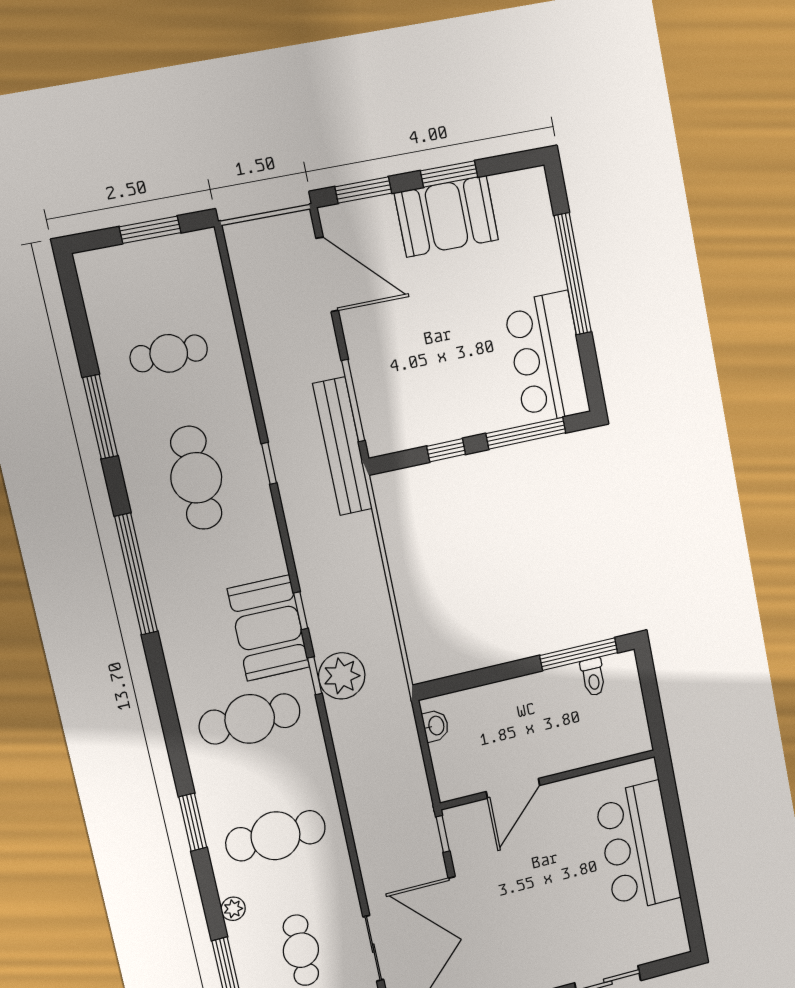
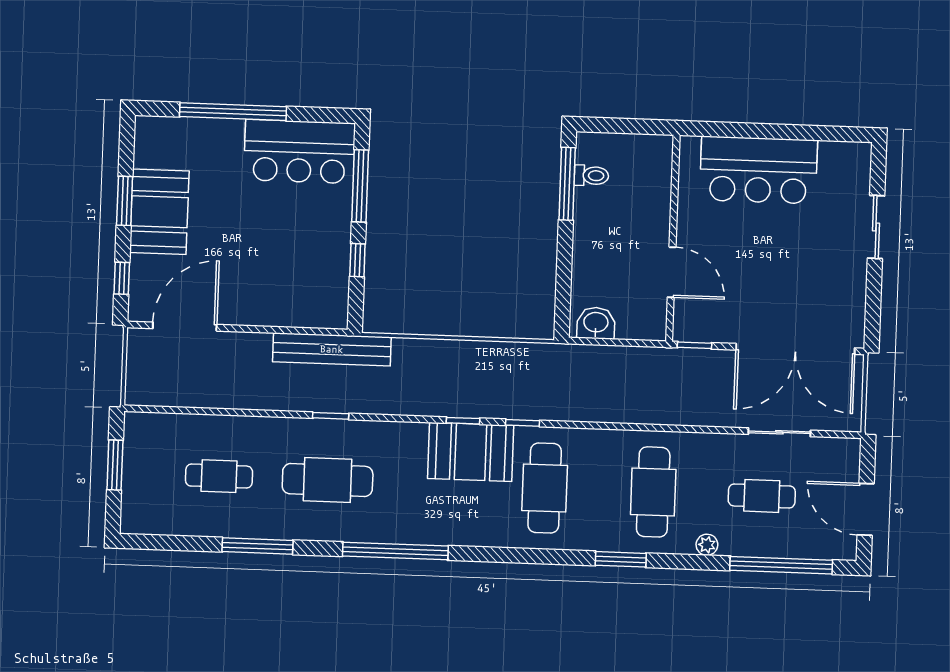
window: (363, 190) -> (122, 278), width x0.67
cafe table: (169, 353) -> (219, 476), turned 90
window: (353, 401) -> (295, 331), removed
plant: (342, 676) -> (529, 399), removed
washbasin: (436, 726) -> (596, 323), width x1.38, depth x1.45

